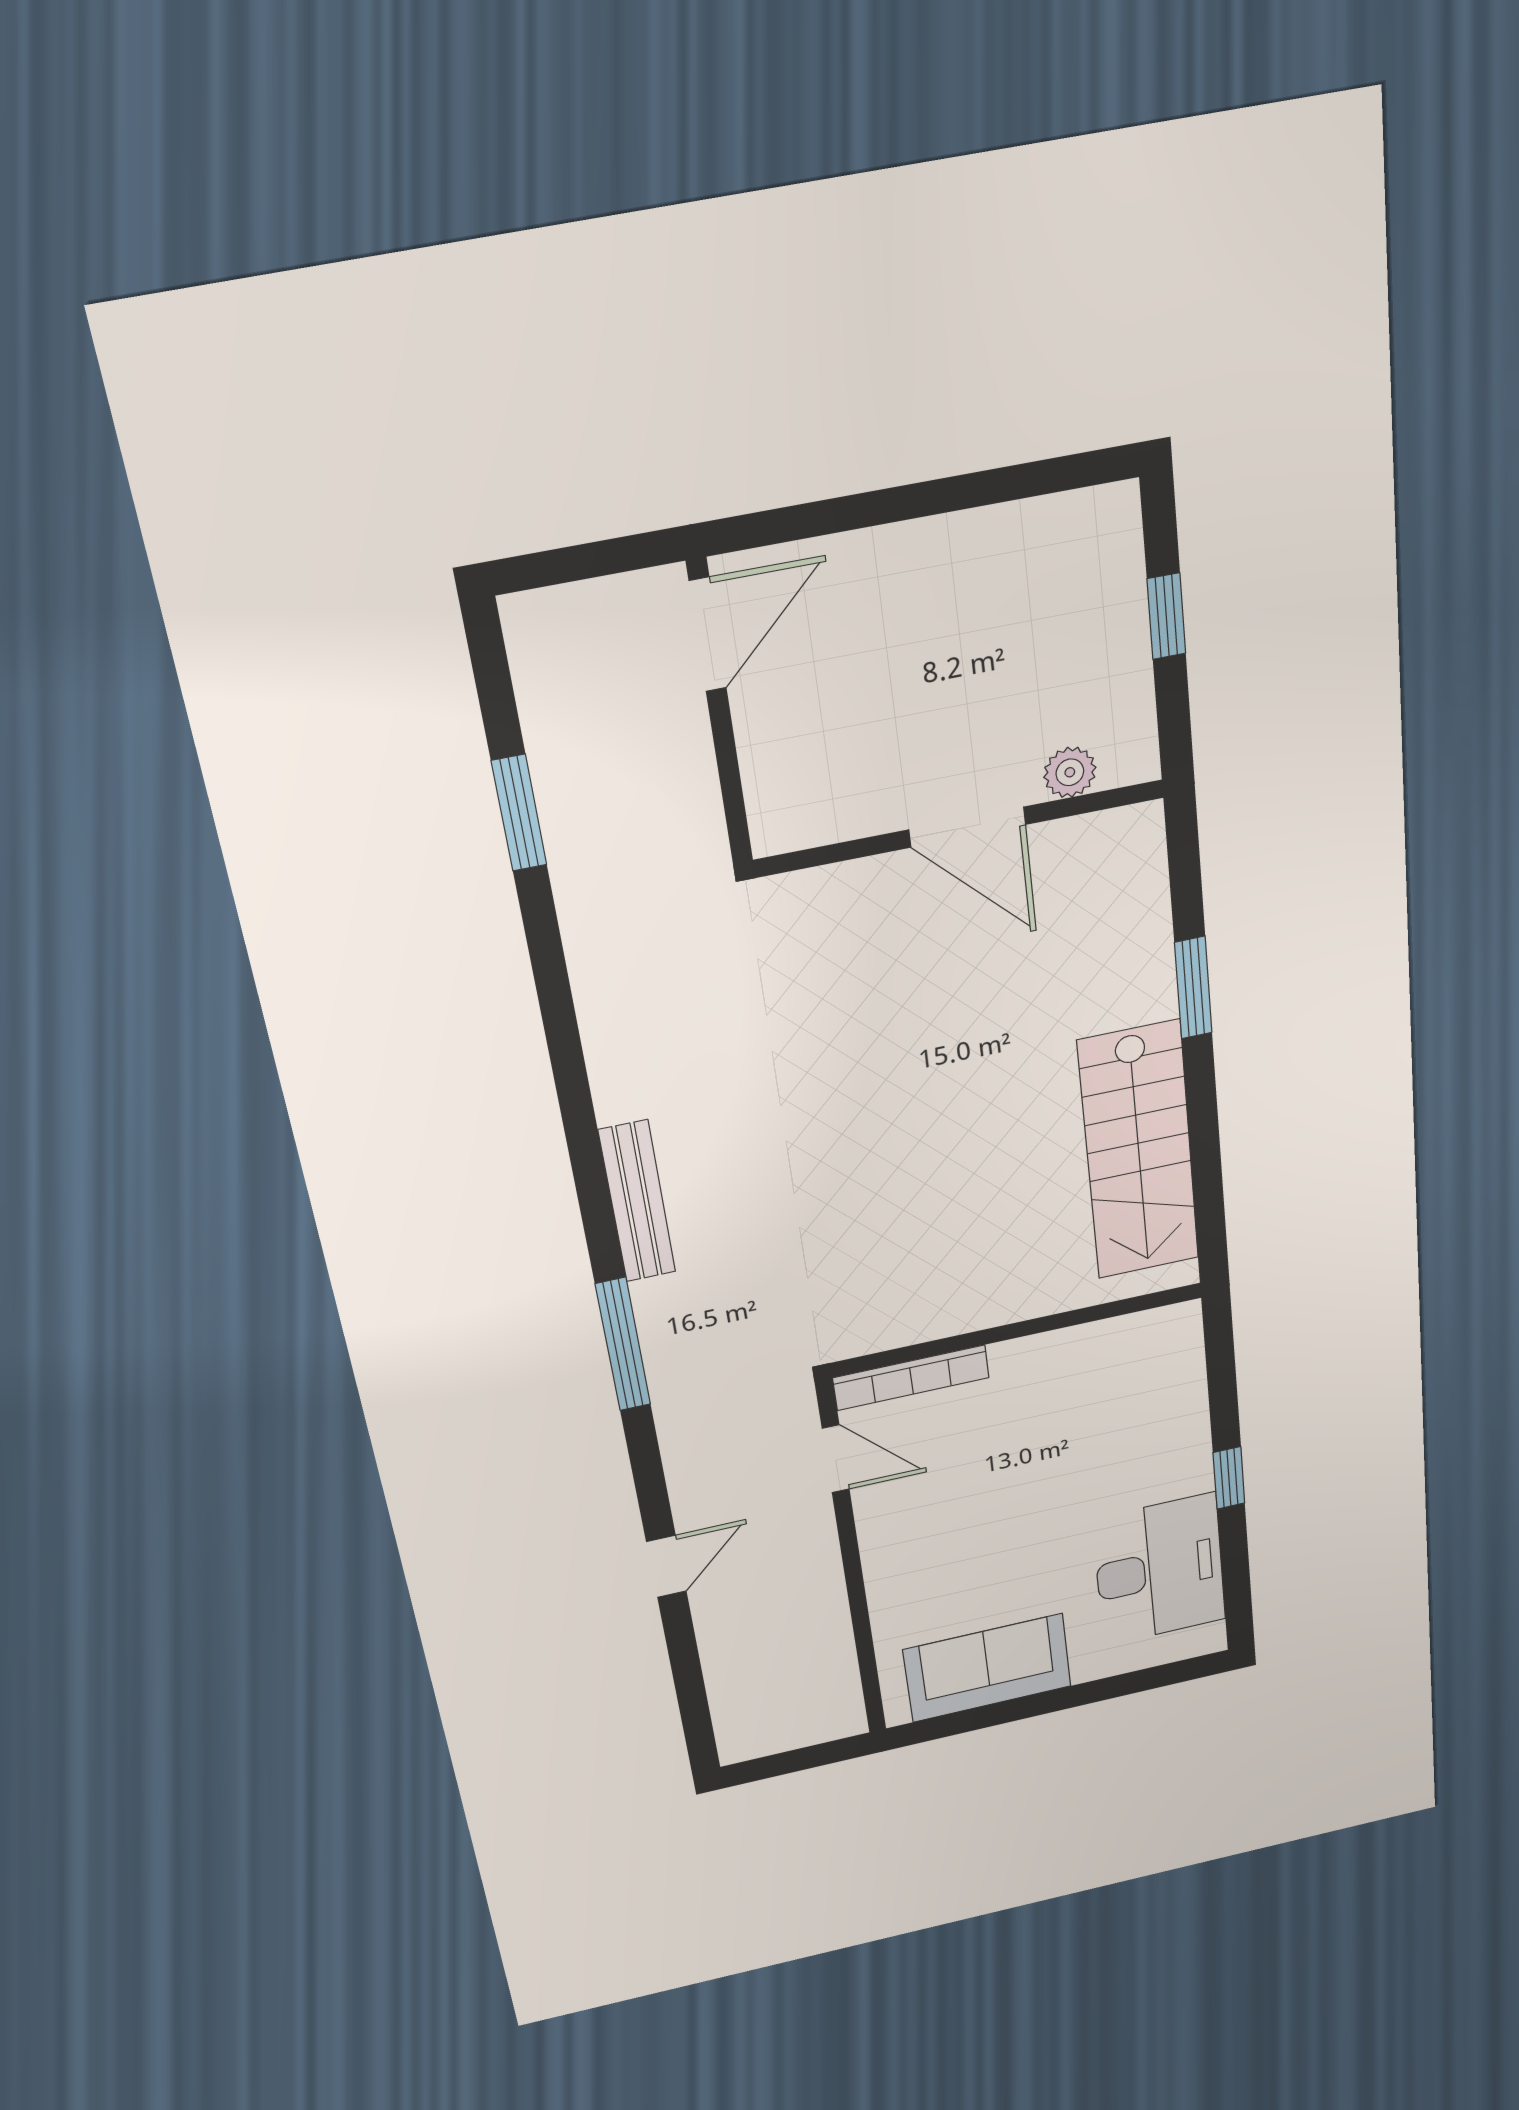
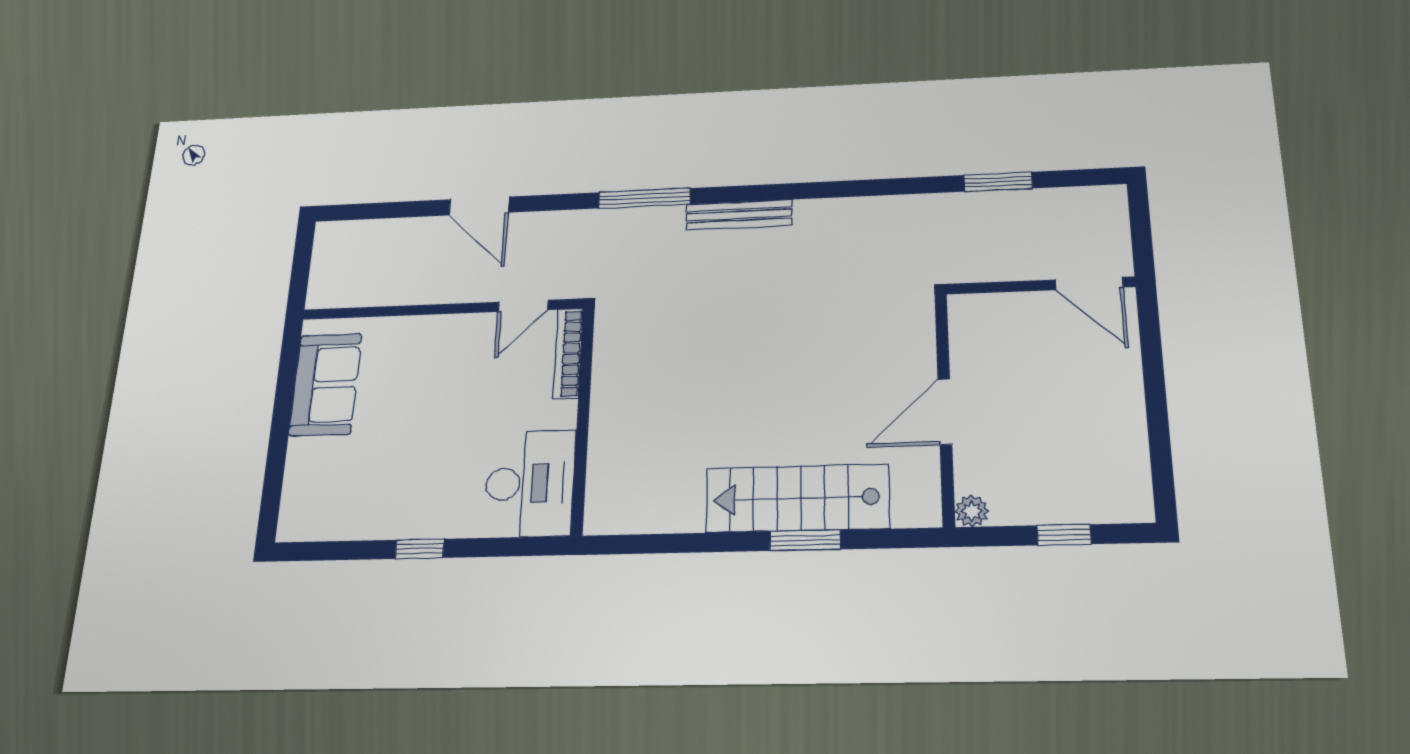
plant: (1070, 772) -> (972, 511), moved
stairs: (1139, 1151) -> (797, 498), moved
door: (666, 1566) -> (479, 206), width x1.38
desk: (1159, 1570) -> (530, 483), moved, turned -90

